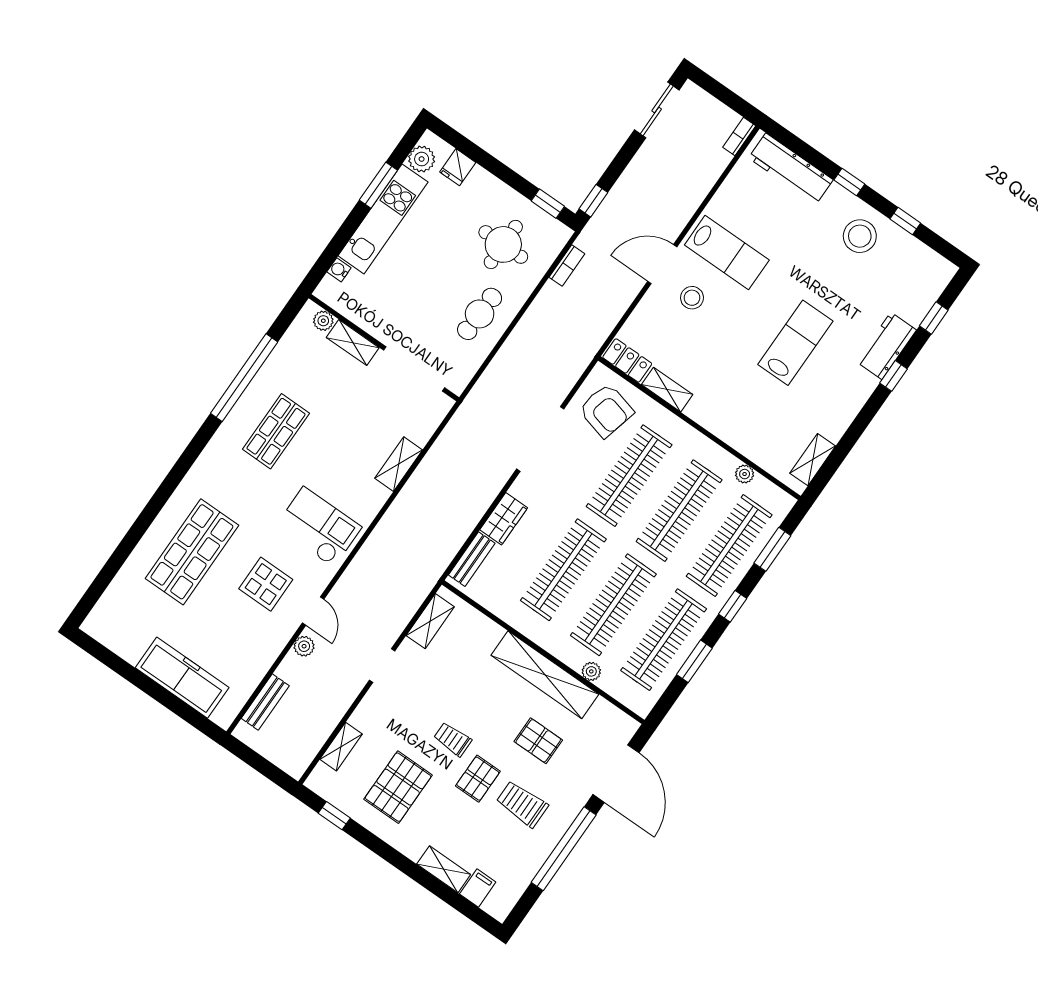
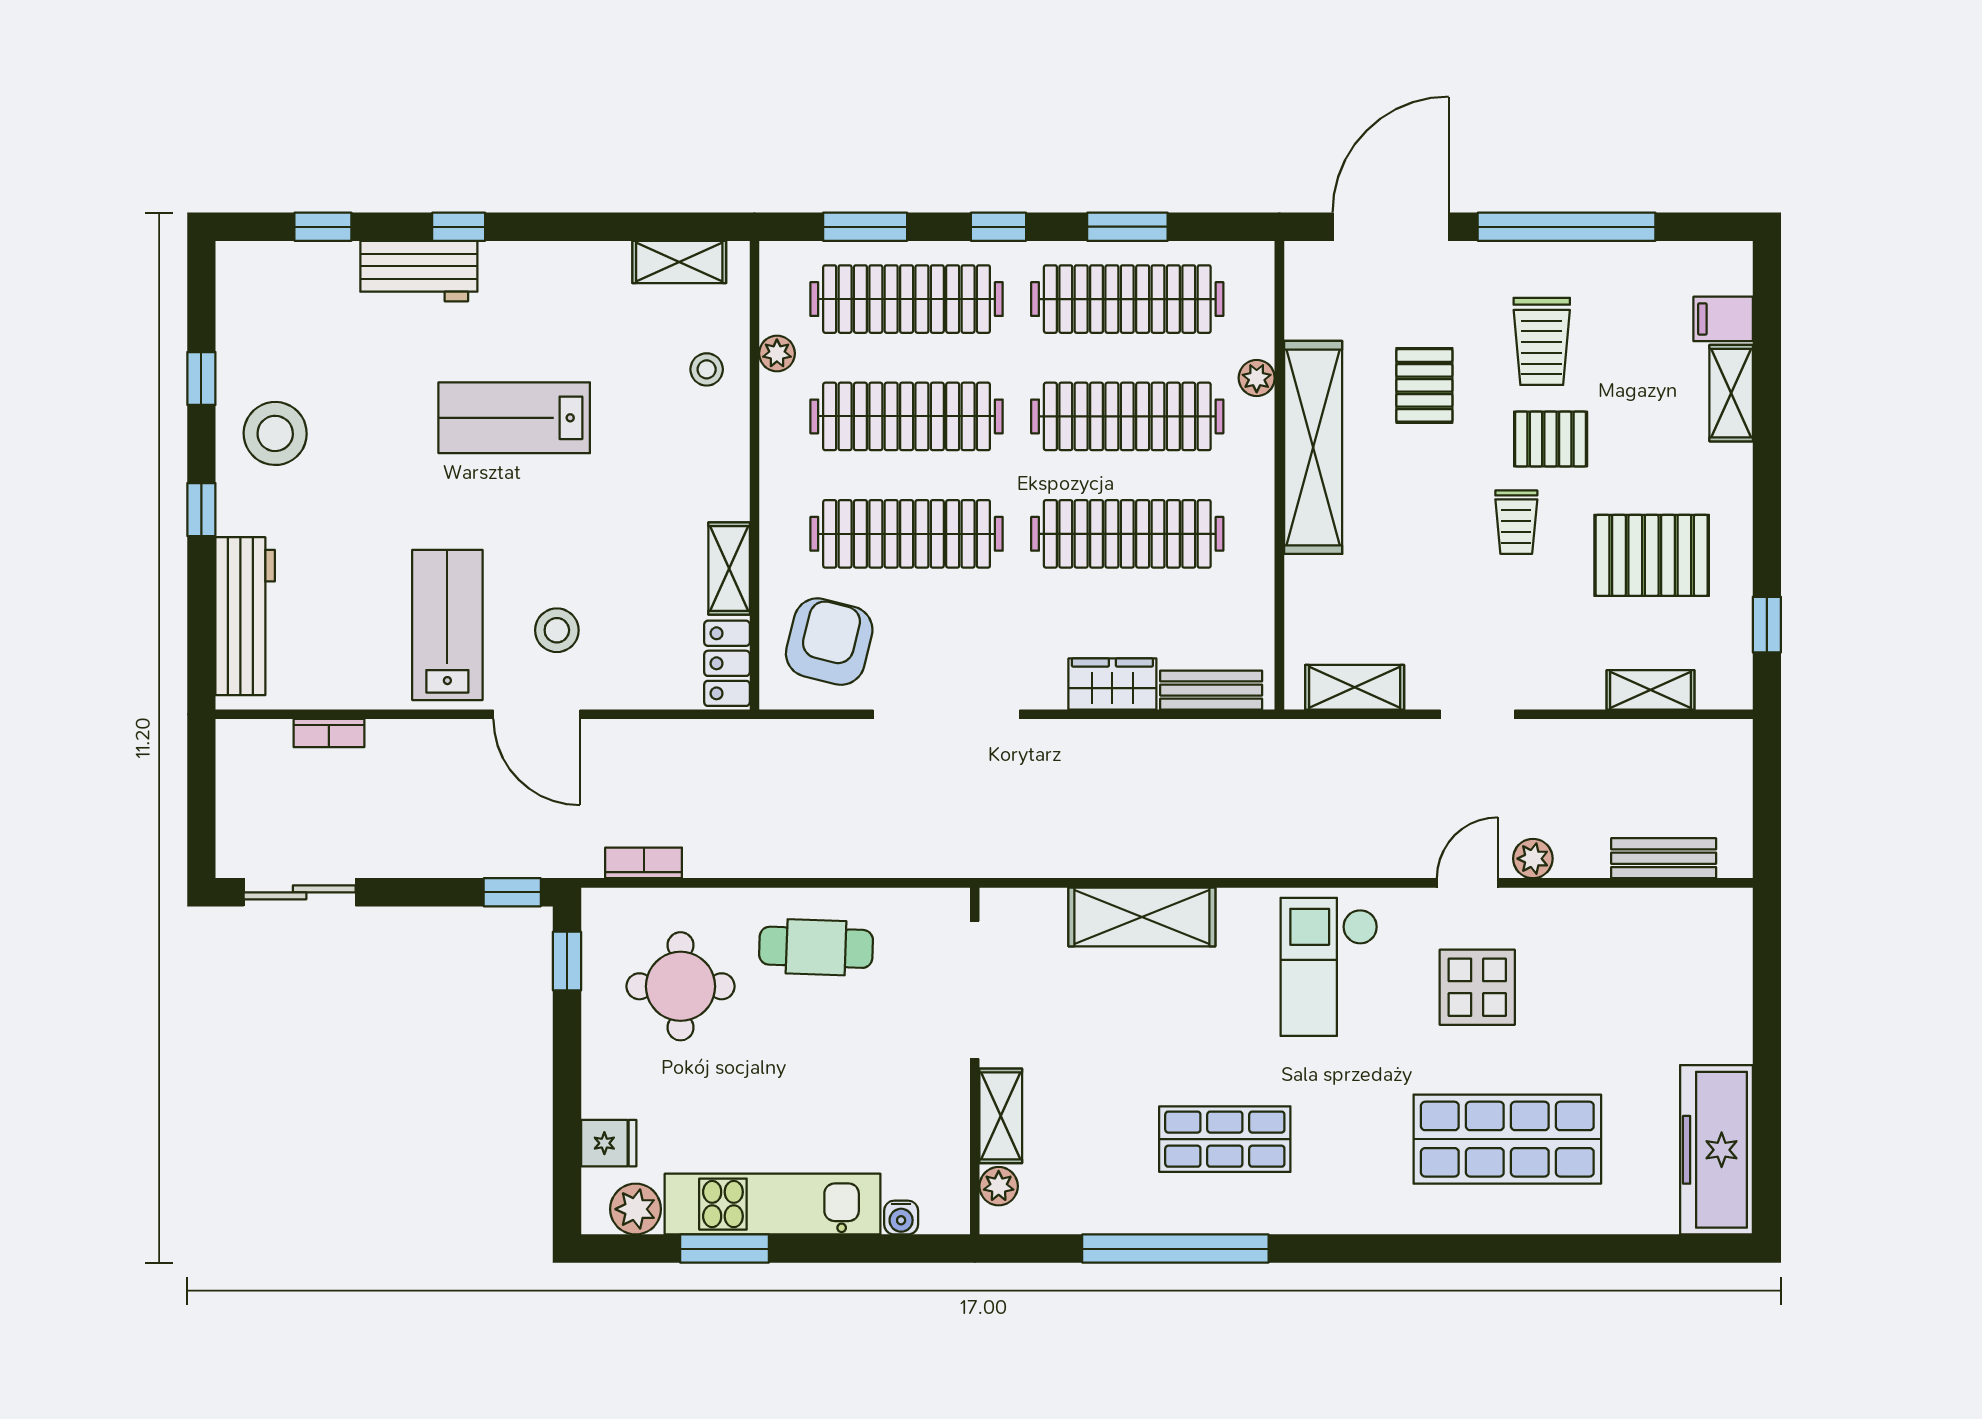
bookcase: (739, 137) -> (329, 733), moved
stool: (759, 439) -> (707, 369), added
shelving: (399, 464) -> (1142, 917), width x1.50, depth x1.33
freezer: (182, 678) -> (1716, 1150), moved

